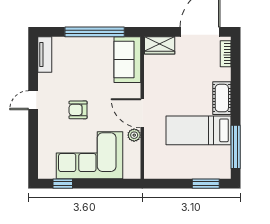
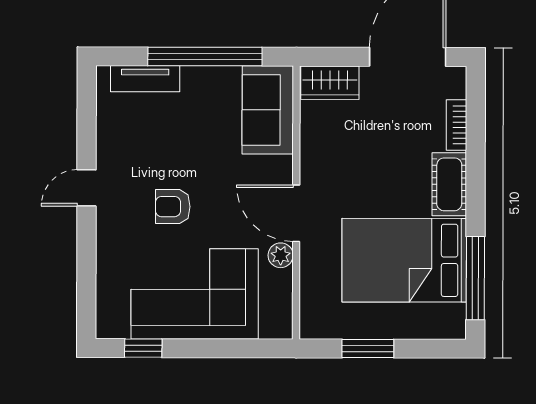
tv unit: (45, 54) -> (145, 79), moved, turned 90
bookcase: (226, 54) -> (456, 125), moved
bed: (198, 130) -> (404, 260), width x1.50
window: (206, 184) -> (368, 349), moved

